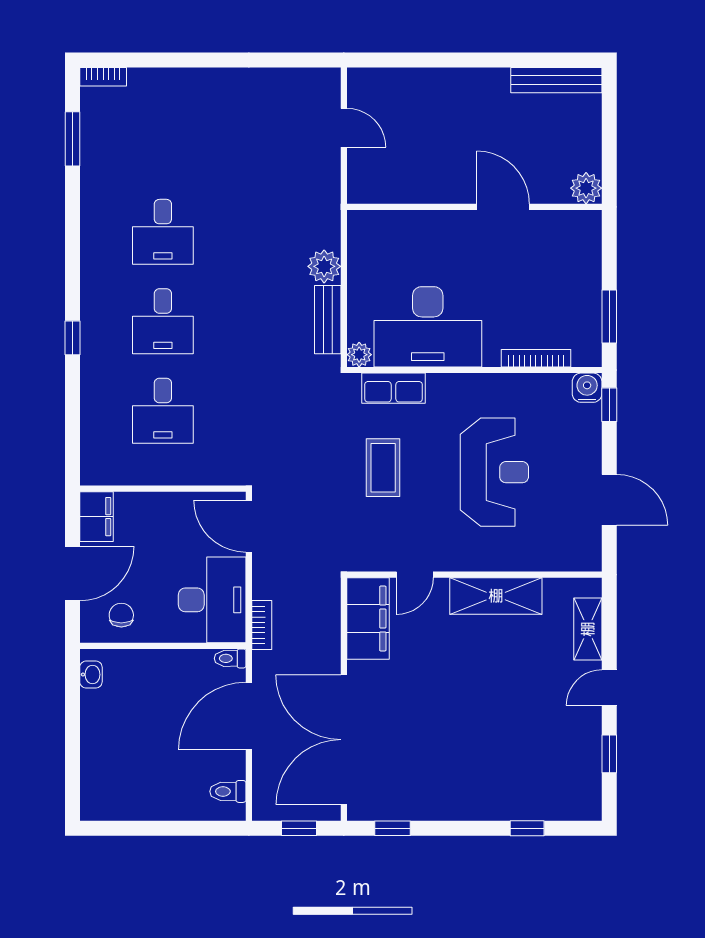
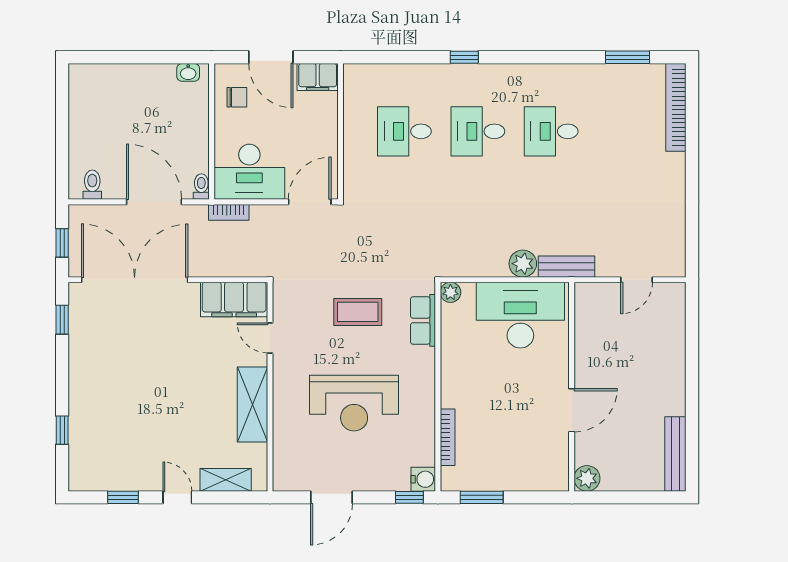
bookcase: (103, 77) -> (676, 107), width x2.31, depth x1.31
bench: (328, 320) -> (566, 267), moved
desk: (428, 327) -> (520, 315), moved, turned 90

